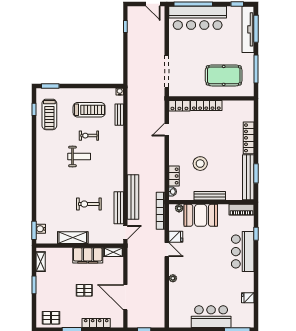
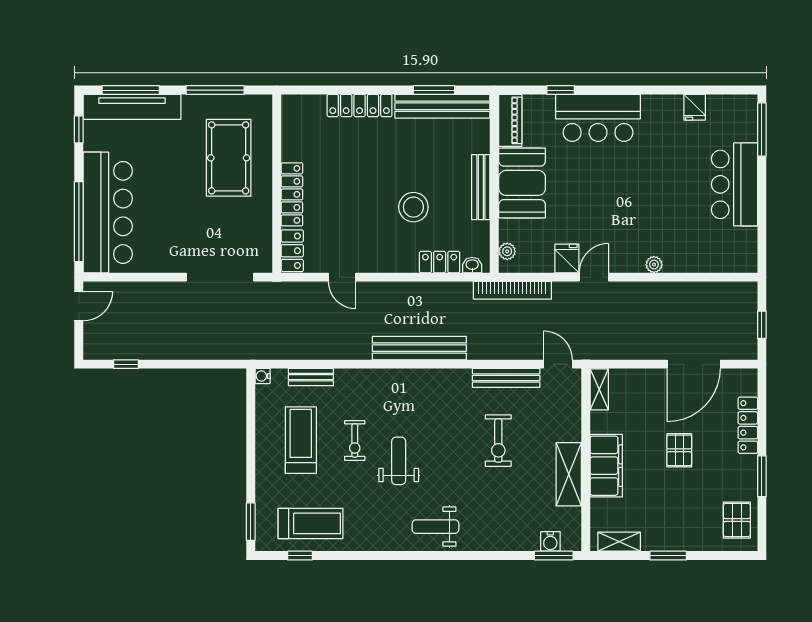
weight bench: (48, 174) -> (435, 527), added
bench: (133, 197) -> (419, 348), moved
booth: (201, 215) -> (522, 183), moved
filing cabinet: (88, 255) -> (606, 466), moved

